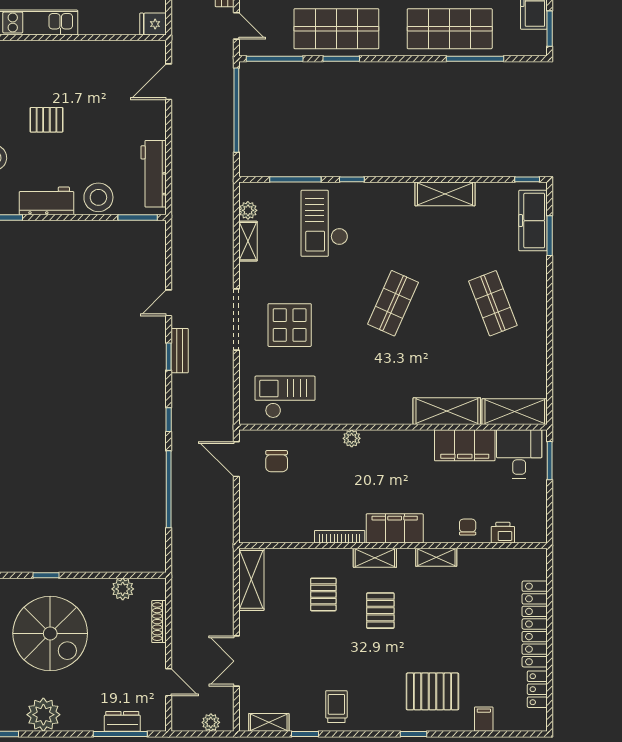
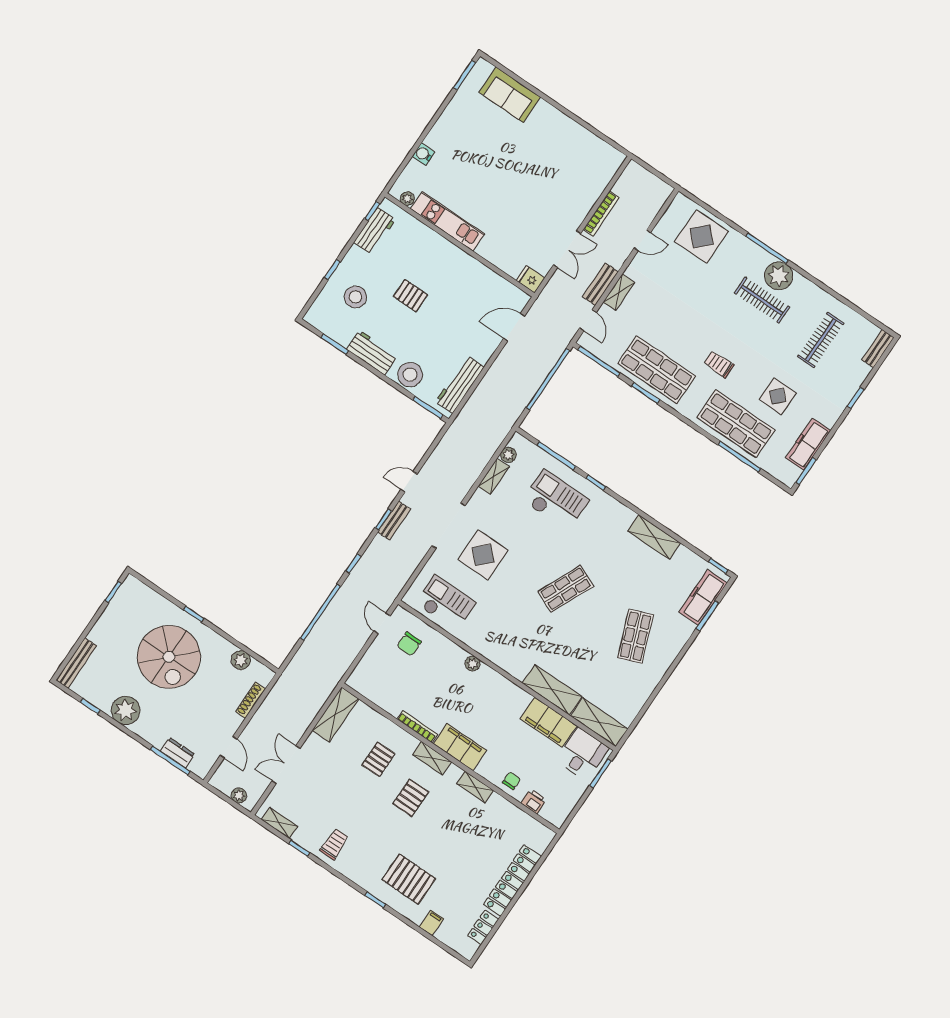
checkout: (324, 223) -> (556, 500), turned 90
door: (236, 459) -> (382, 623), width x0.73

